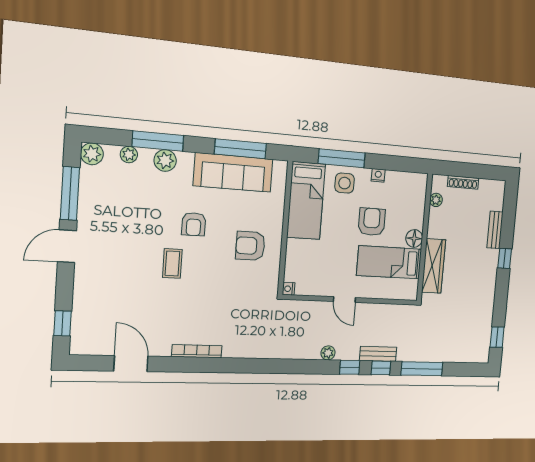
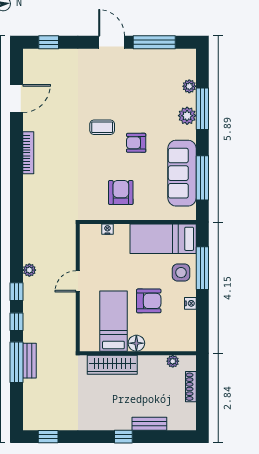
plant: (92, 154) -> (187, 57), removed
nightstand: (289, 289) -> (107, 229), moved
bench: (378, 354) -> (30, 361), moved

